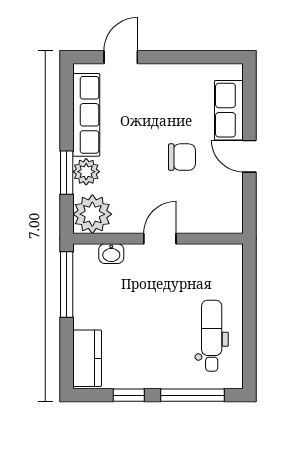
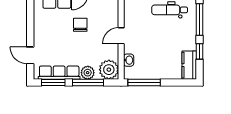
window: (67, 103) -> (53, 82), added
window: (67, 173) -> (88, 82), width x1.44
door: (160, 239) -> (121, 36), hinge flipped
kitchen counter: (87, 358) -> (189, 65), moved, turned -90

